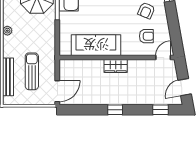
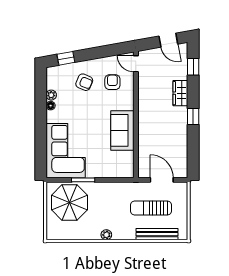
sofa: (96, 45) -> (122, 130), width x0.73
wardrobe: (116, 66) -> (180, 93), moved, turned 180
door: (57, 91) -> (162, 180), moved

